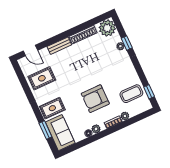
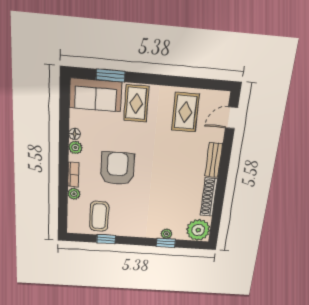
window: (149, 92) -> (106, 239), moved

